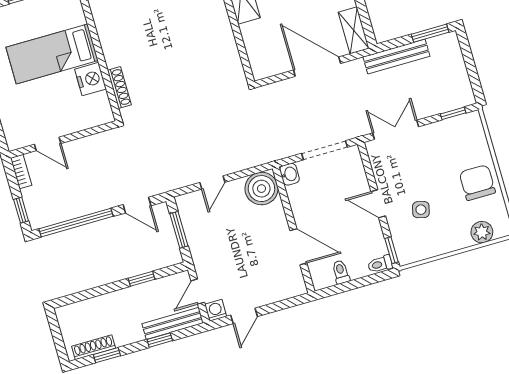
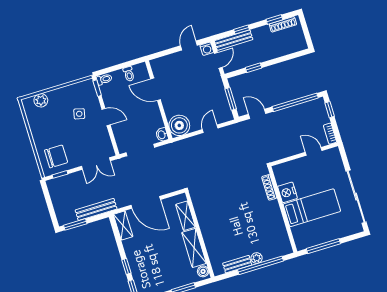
shelving: (254, 44) -> (185, 216), added
chair: (477, 183) -> (56, 156), moved, turned -90

